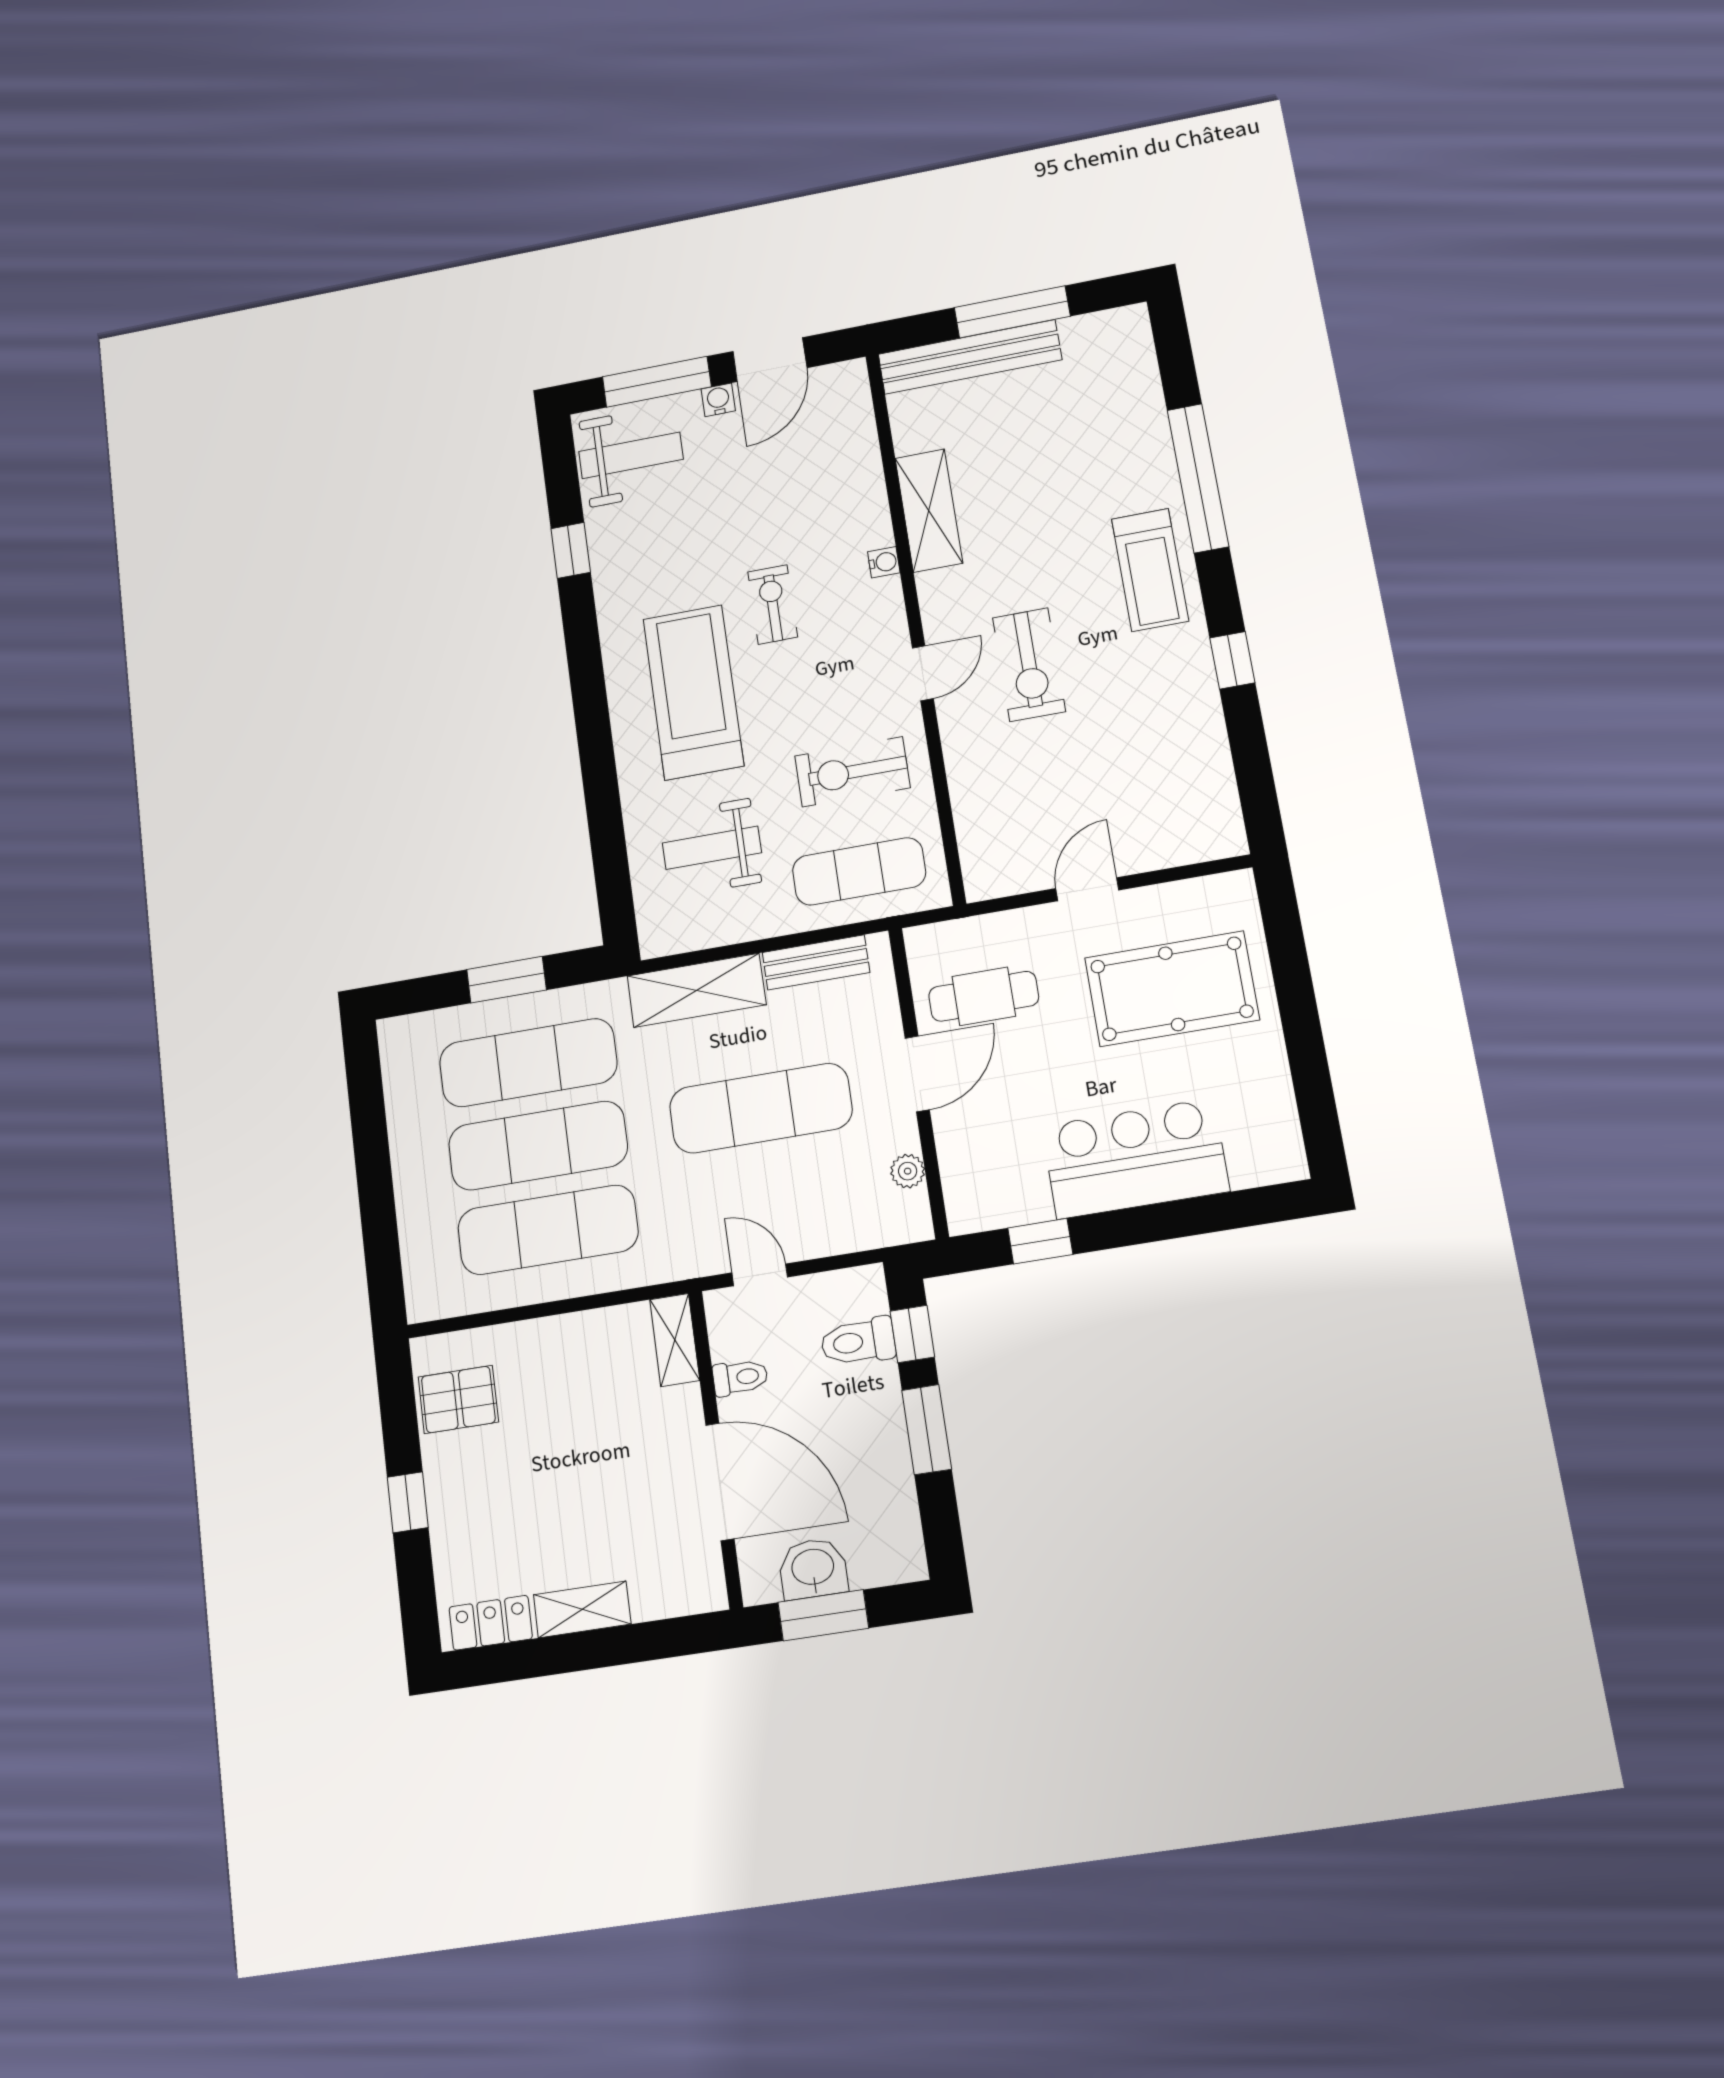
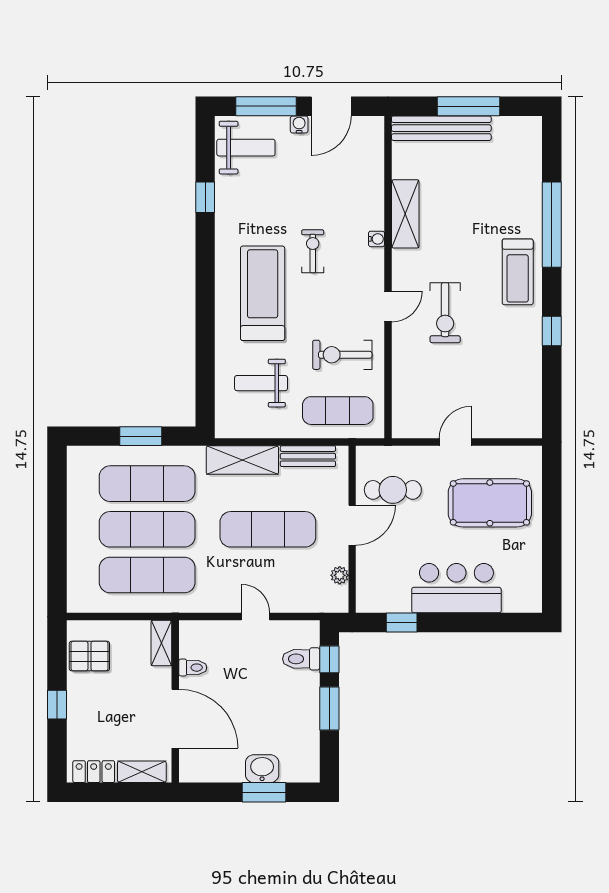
shelving: (675, 1340) -> (161, 643), moved
toilet: (740, 1377) -> (193, 668), moved
wall: (716, 1448) -> (175, 701), moved
door: (720, 1482) -> (175, 719), moved

